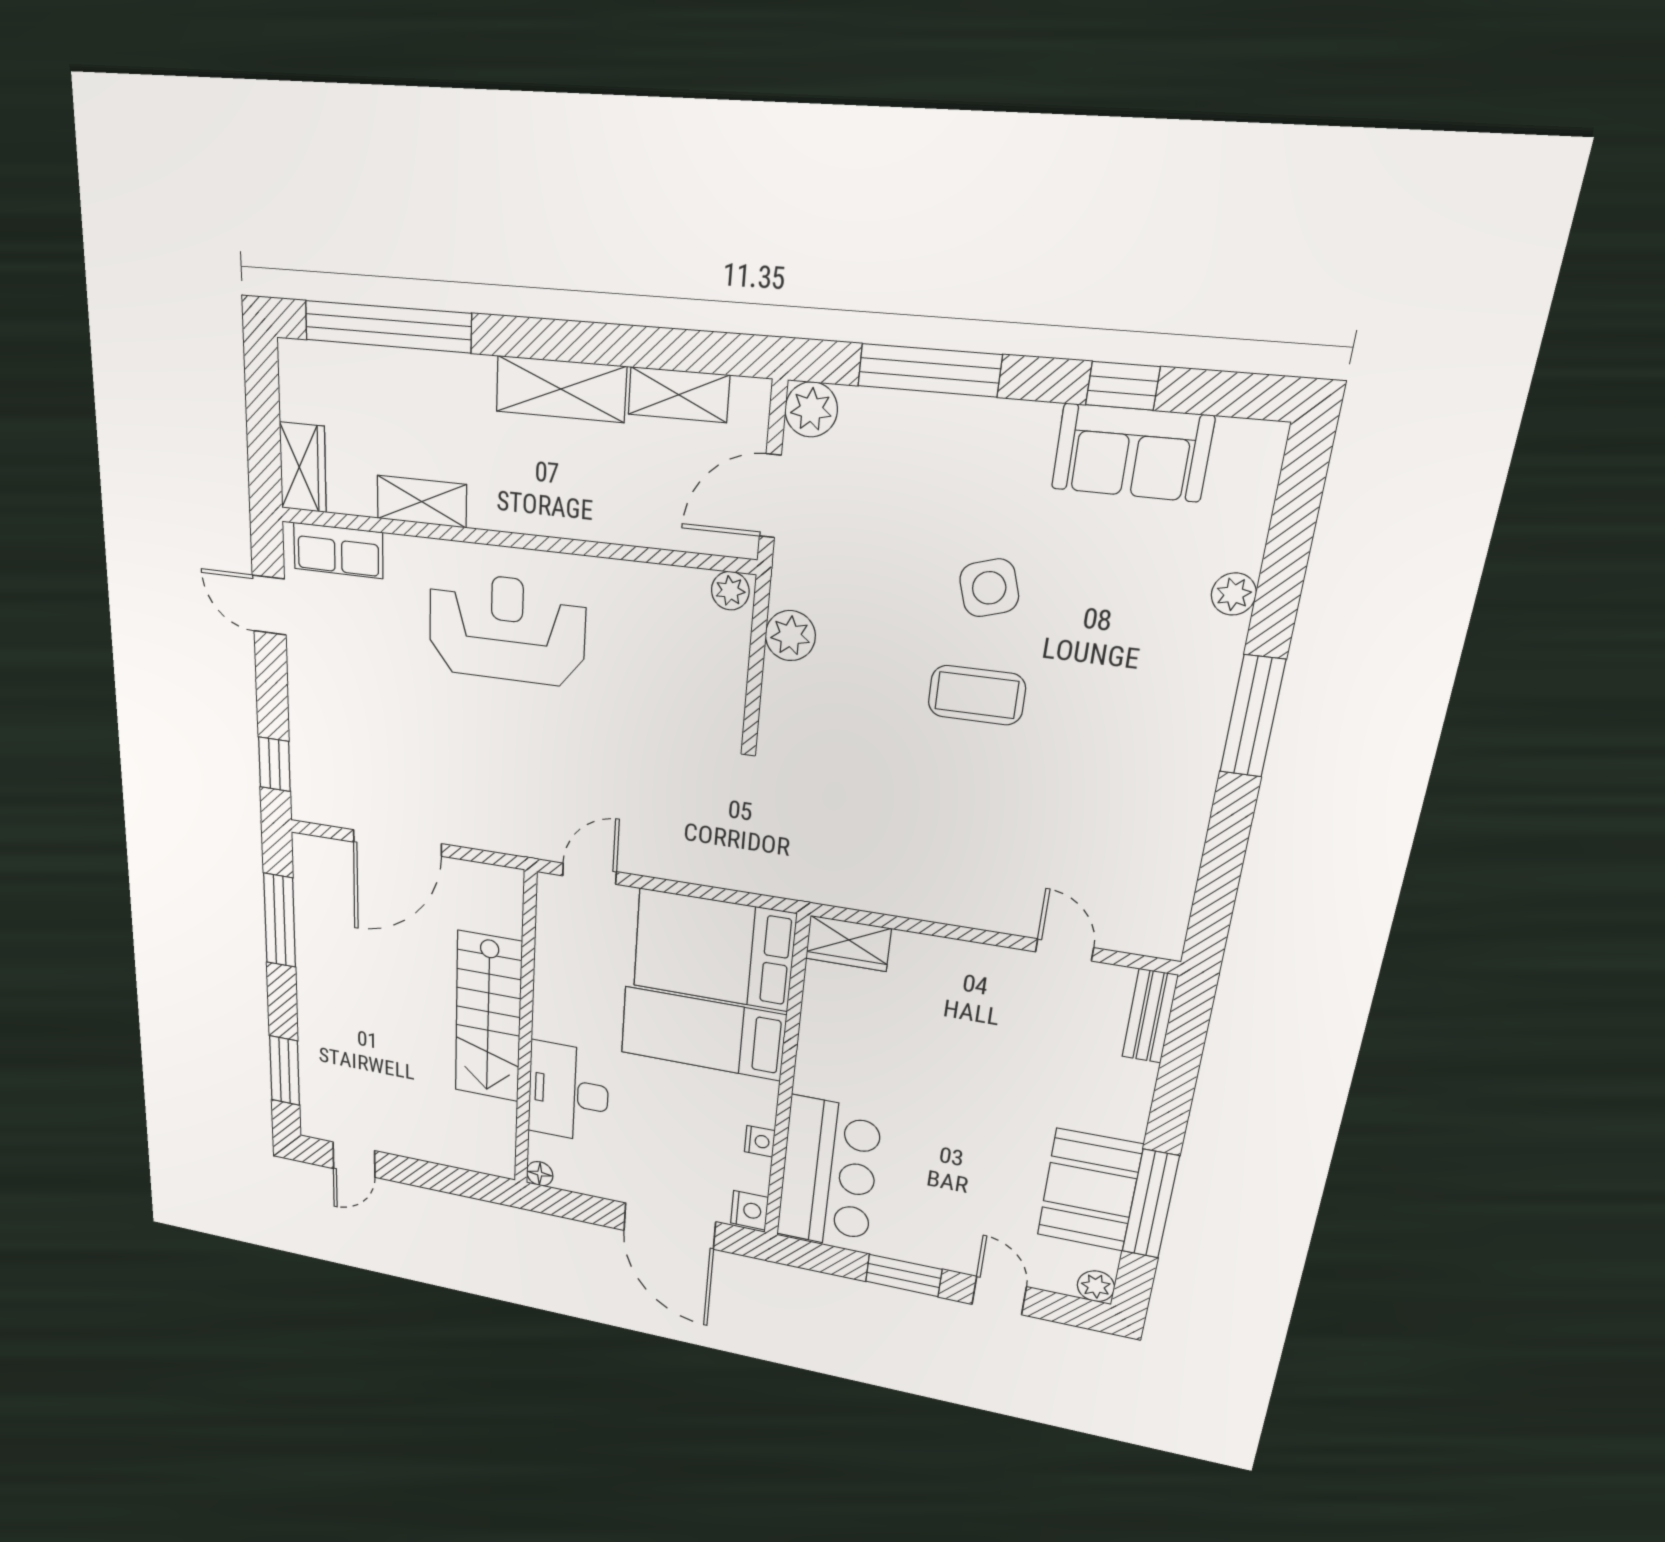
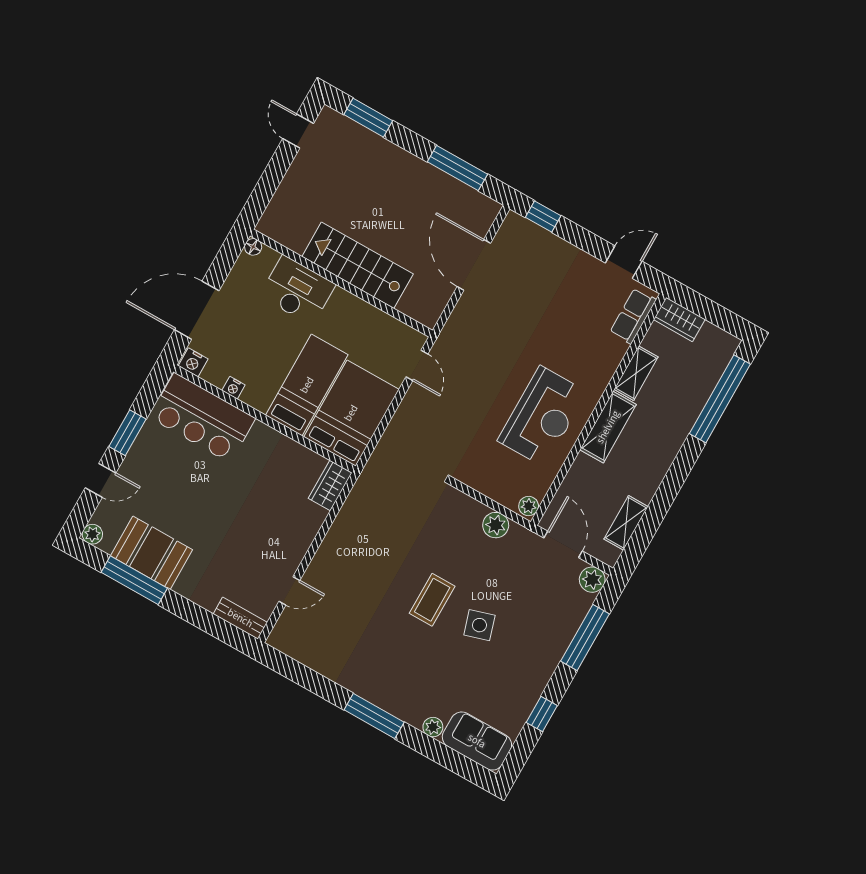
shelving: (561, 389) -> (608, 427), moved
sofa: (1132, 453) -> (477, 741), moved, turned 90
reception desk: (507, 629) -> (542, 416), moved

